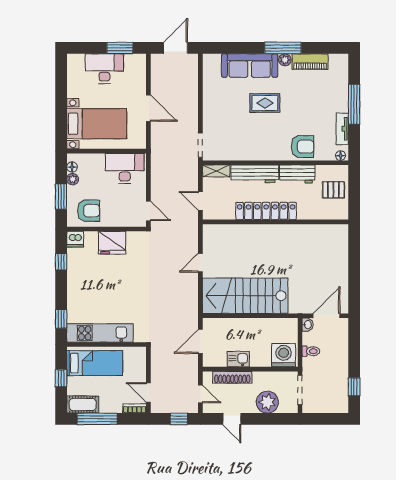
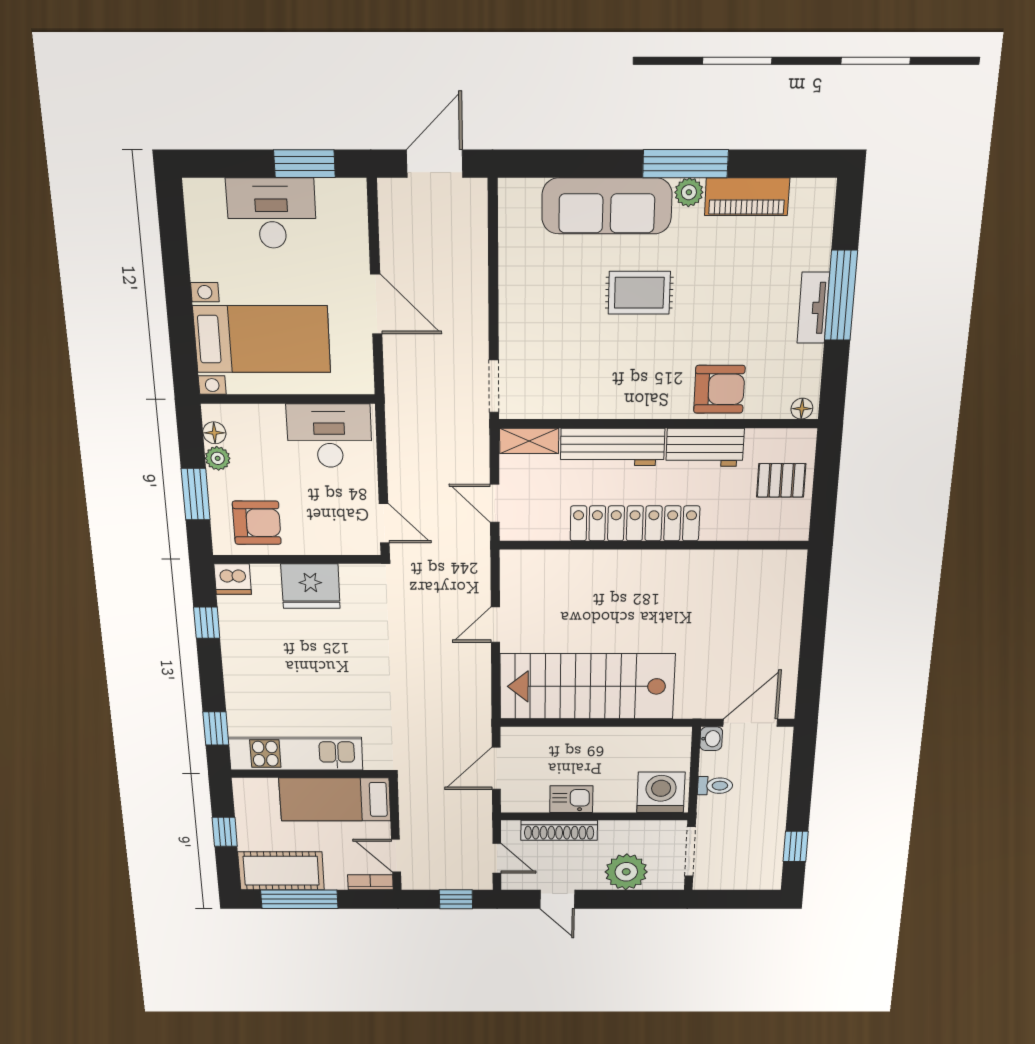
tv unit: (342, 129) -> (813, 308), moved
bed: (95, 363) -> (335, 799), moved, turned 180
cot: (83, 405) -> (281, 871), width x1.37, depth x1.34

